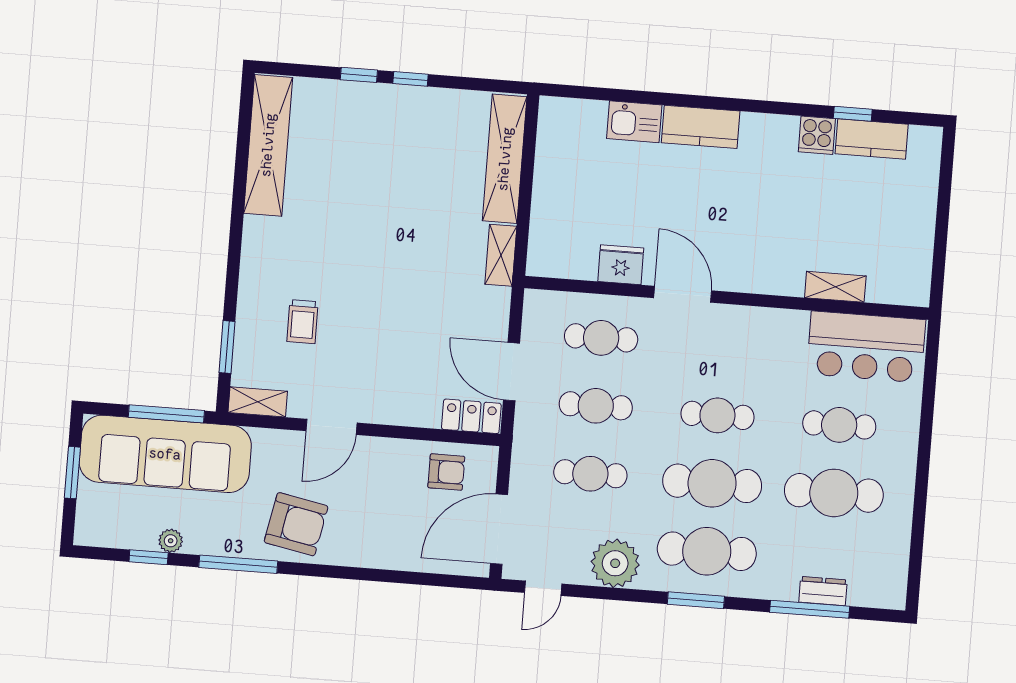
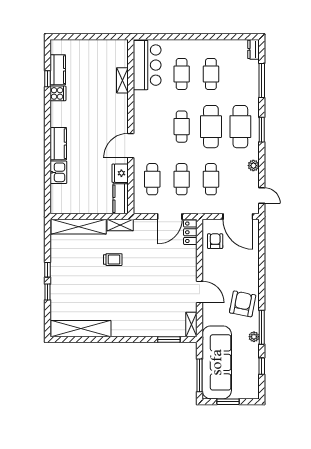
kitchen counter: (562, 261) -> (121, 199), added
trolley: (302, 322) -> (113, 260), moved
window: (166, 414) -> (200, 375), moved
cafe table: (834, 493) -> (211, 74), width x0.73, depth x0.74
plant: (171, 541) -> (254, 337), moved
plant: (615, 563) -> (253, 166), width x0.53, depth x0.53
dresser: (823, 591) -> (253, 49), moved

